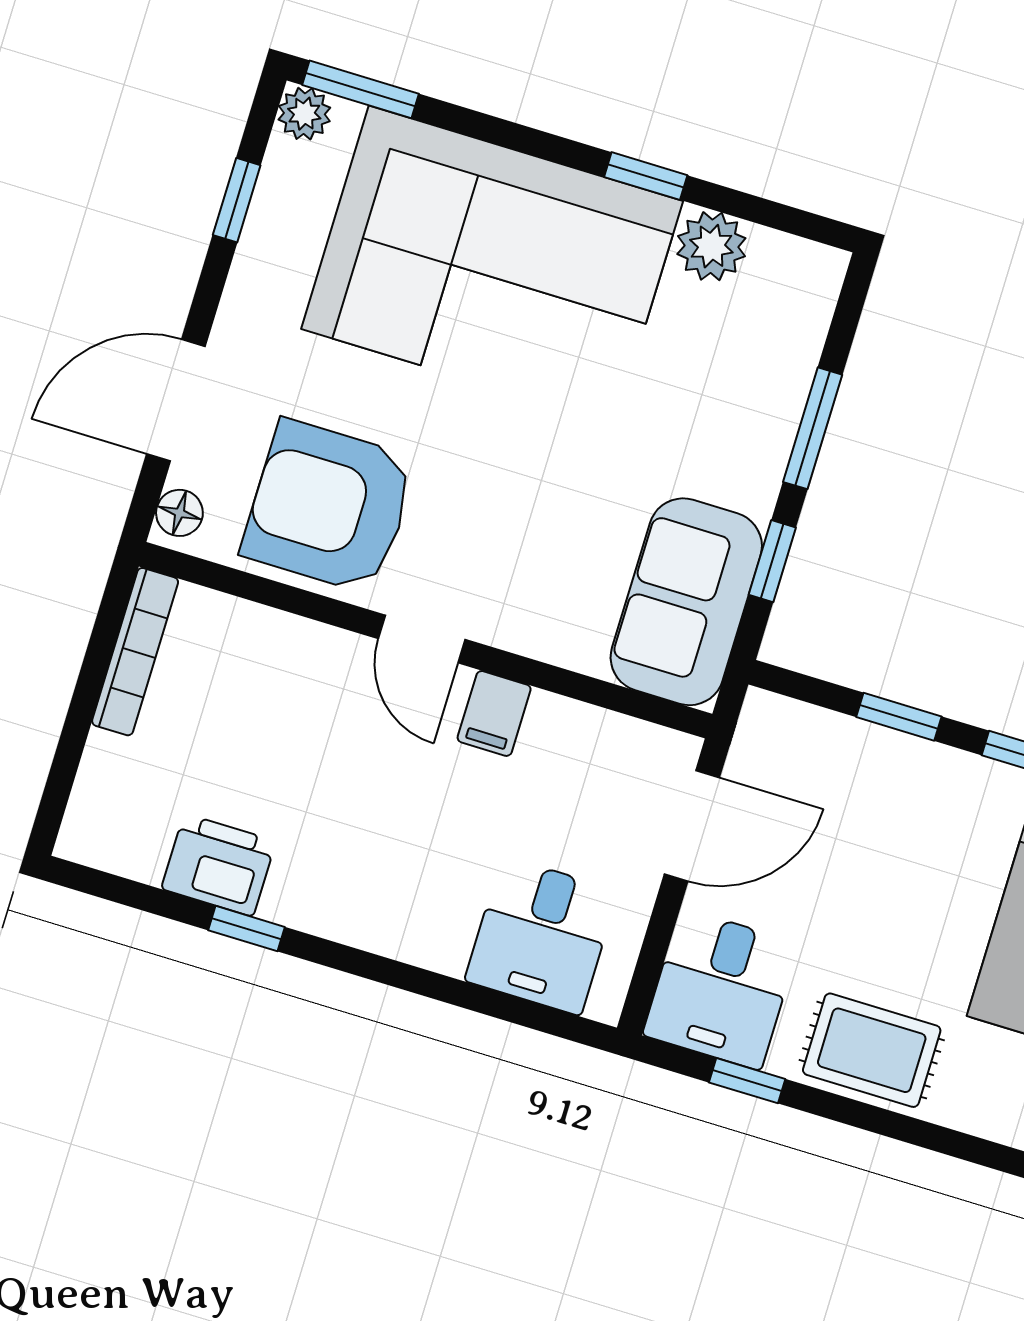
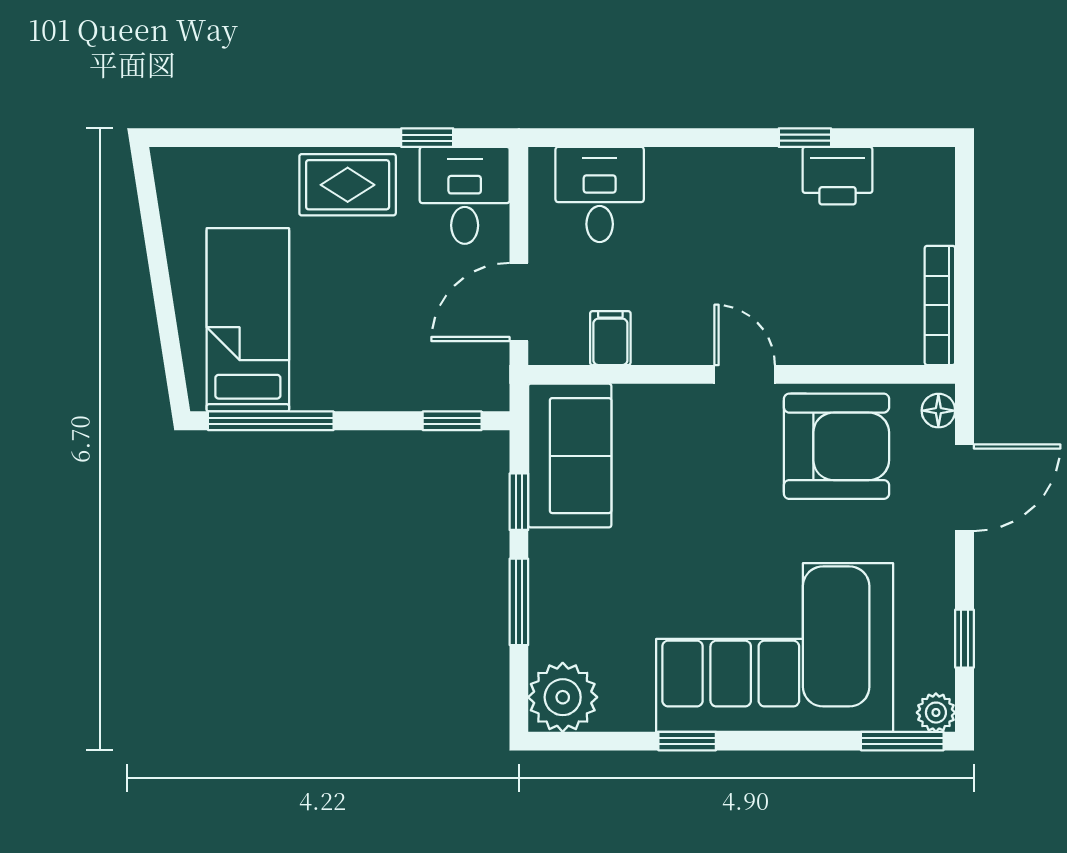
plant: (711, 246) -> (563, 697), moved, width x1.36, depth x1.36
filing cabinet: (494, 713) -> (610, 338), moved
window: (899, 717) -> (452, 421), moved

